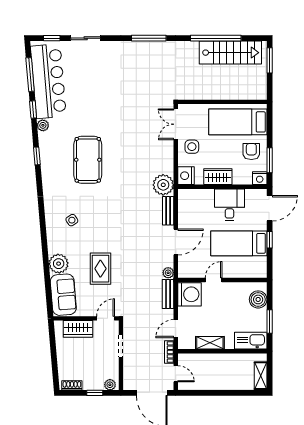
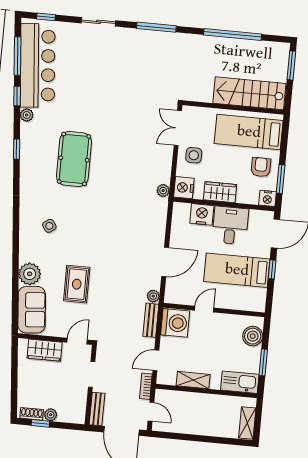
sliding door: (86, 38) -> (99, 22), moved
stairs: (230, 53) -> (249, 93), moved, turned 180
plant: (163, 185) -> (163, 191), width x0.53, depth x0.53
nightstand: (204, 198) -> (202, 214), added
bench: (168, 211) -> (97, 409), moved
plant: (110, 385) -> (51, 415), moved
window: (95, 393) -> (40, 423), moved

